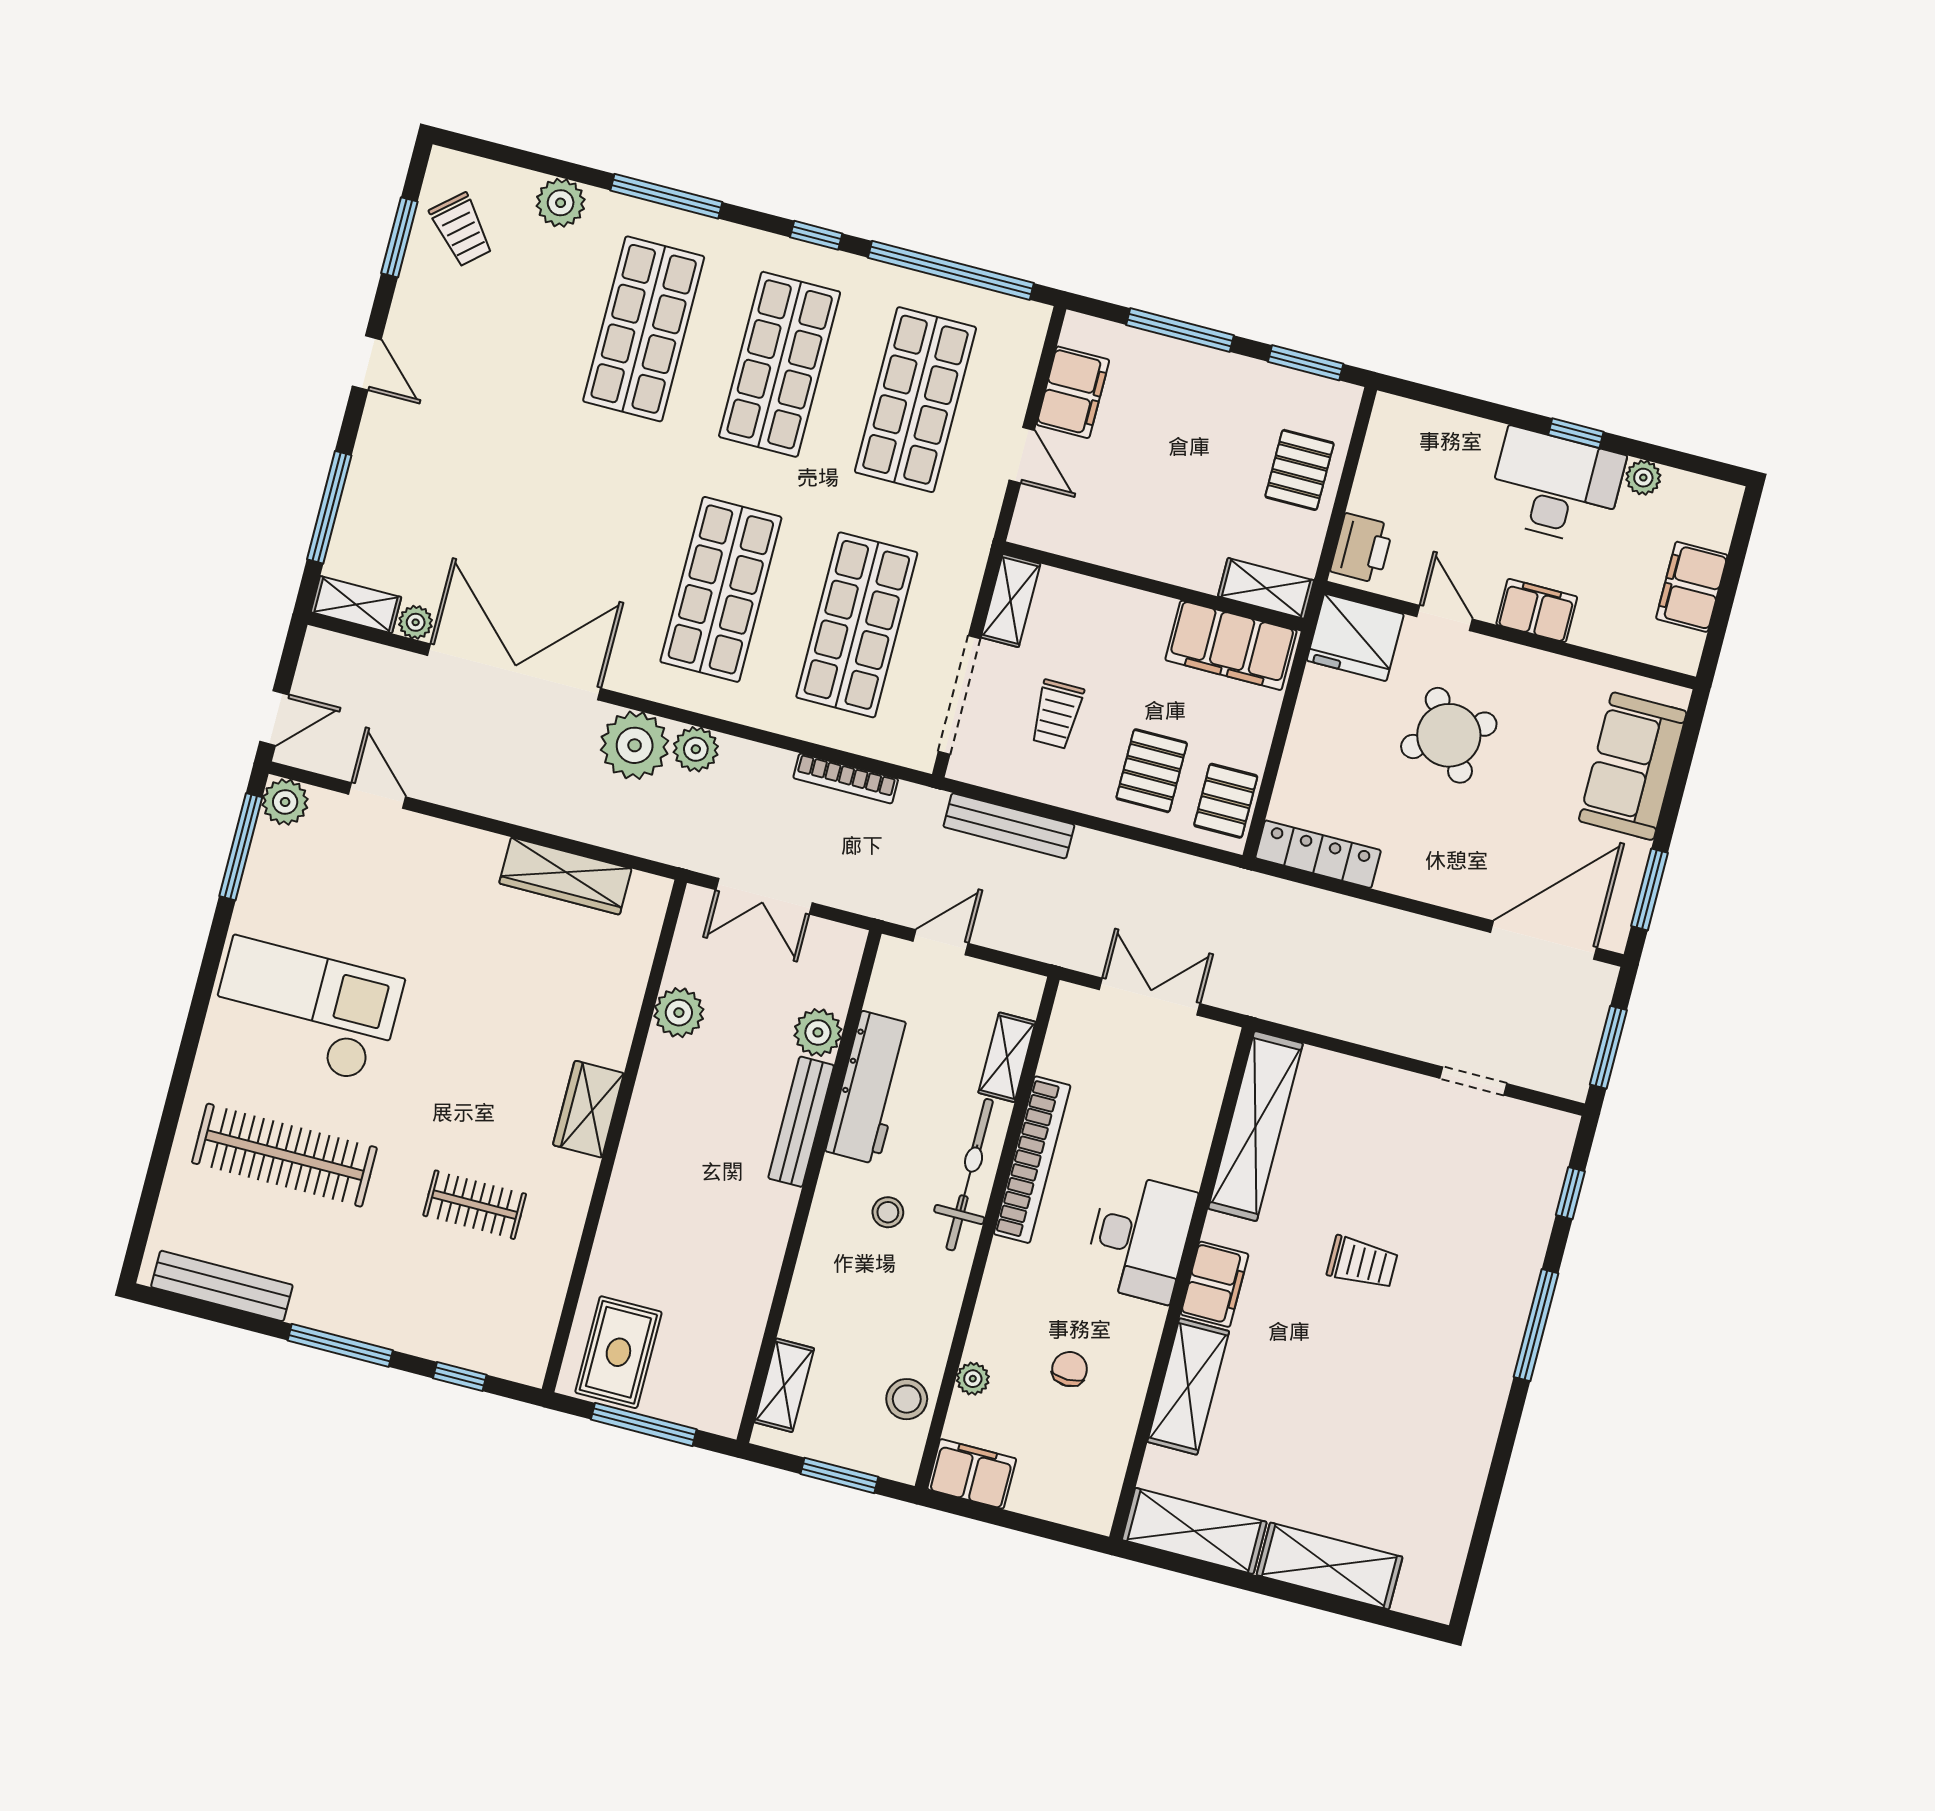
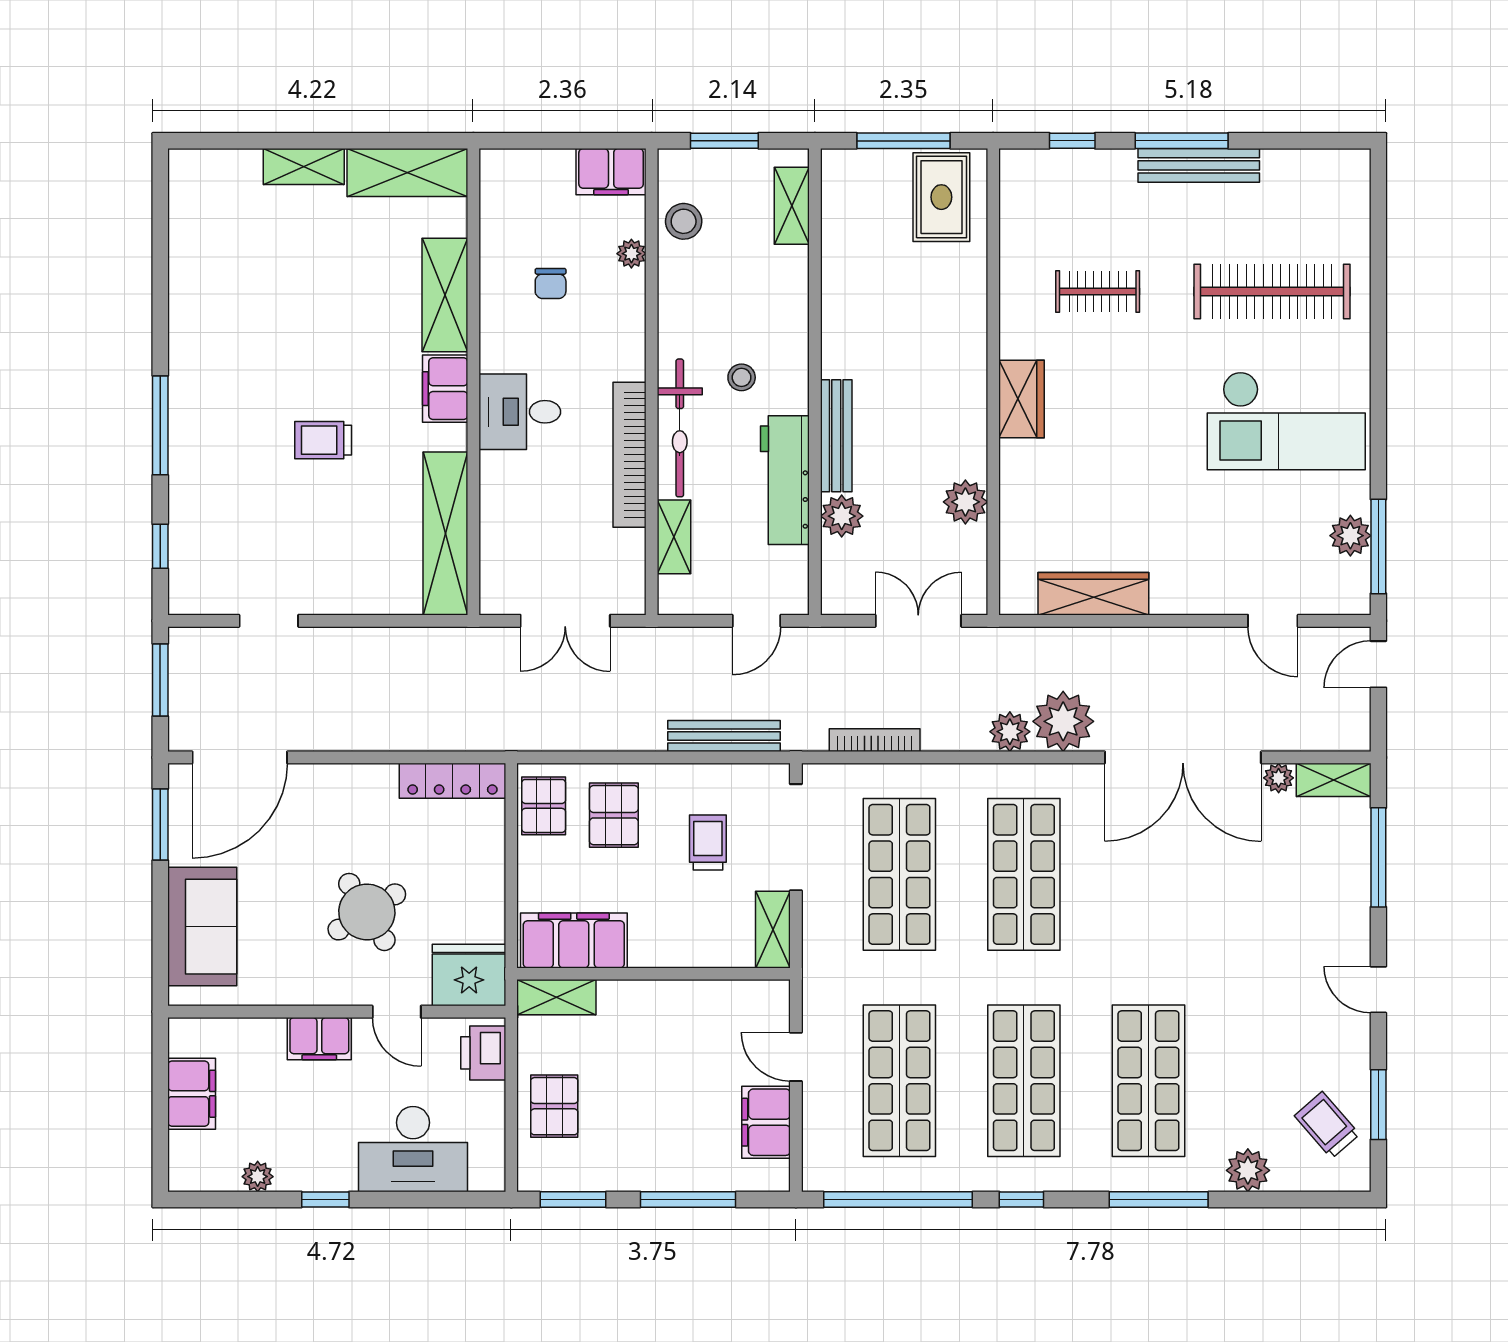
desk: (1556, 487) -> (413, 1149), moved
plant: (285, 802) -> (1350, 536), moved
desk: (1140, 1238) -> (520, 412), width x0.73
bench: (222, 1286) -> (1199, 165), moved
shelving: (1330, 1566) -> (304, 167), width x0.67, depth x0.75

